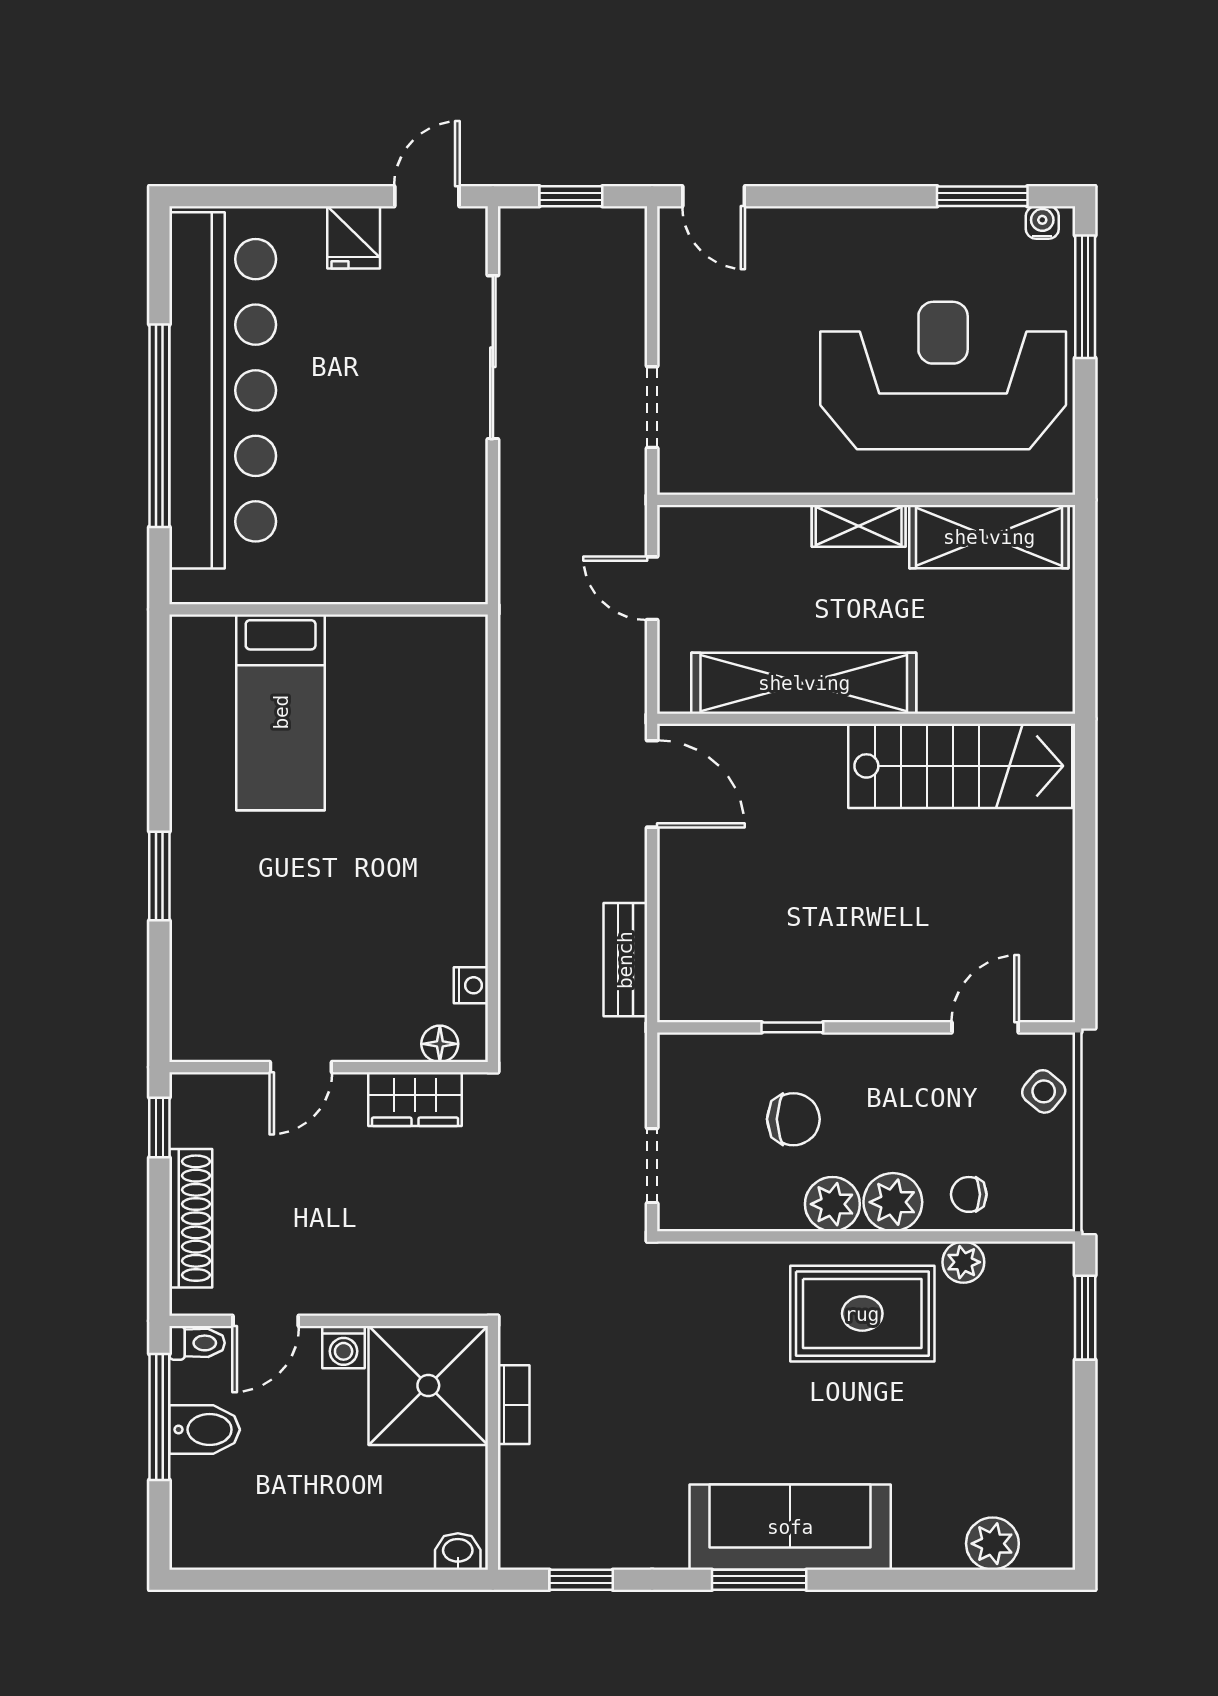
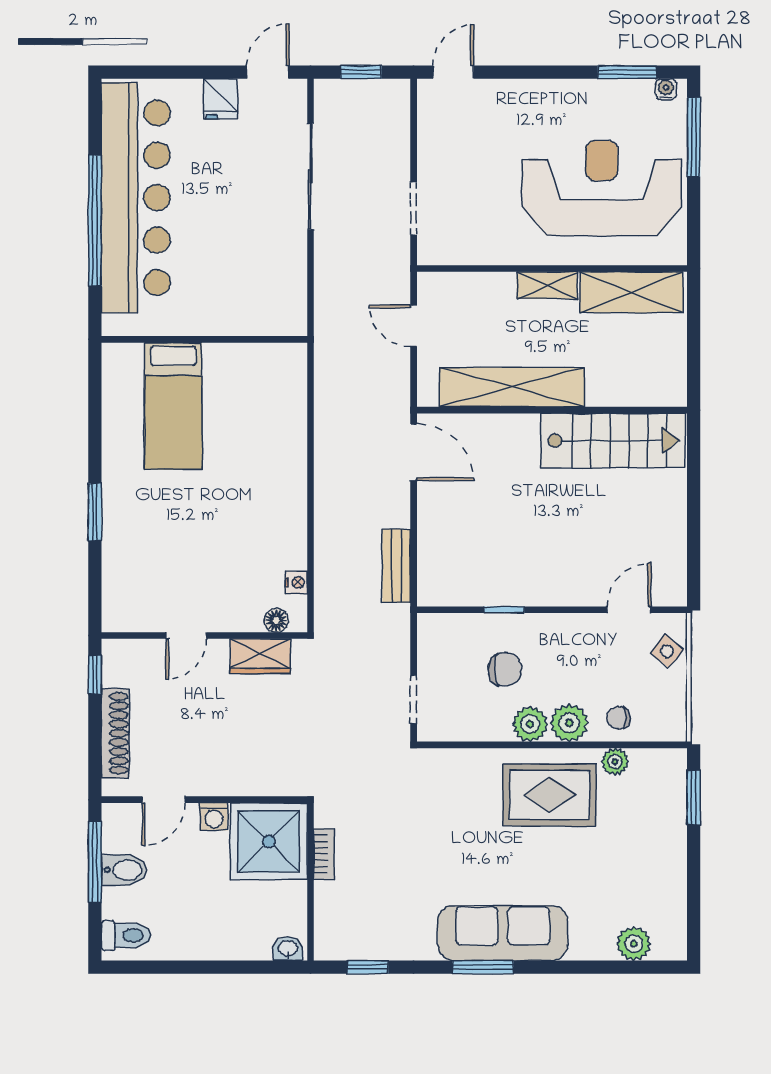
door: (714, 196) -> (453, 72), swing flipped
toilet: (197, 1343) -> (126, 936), moved, width x1.37, depth x1.39

